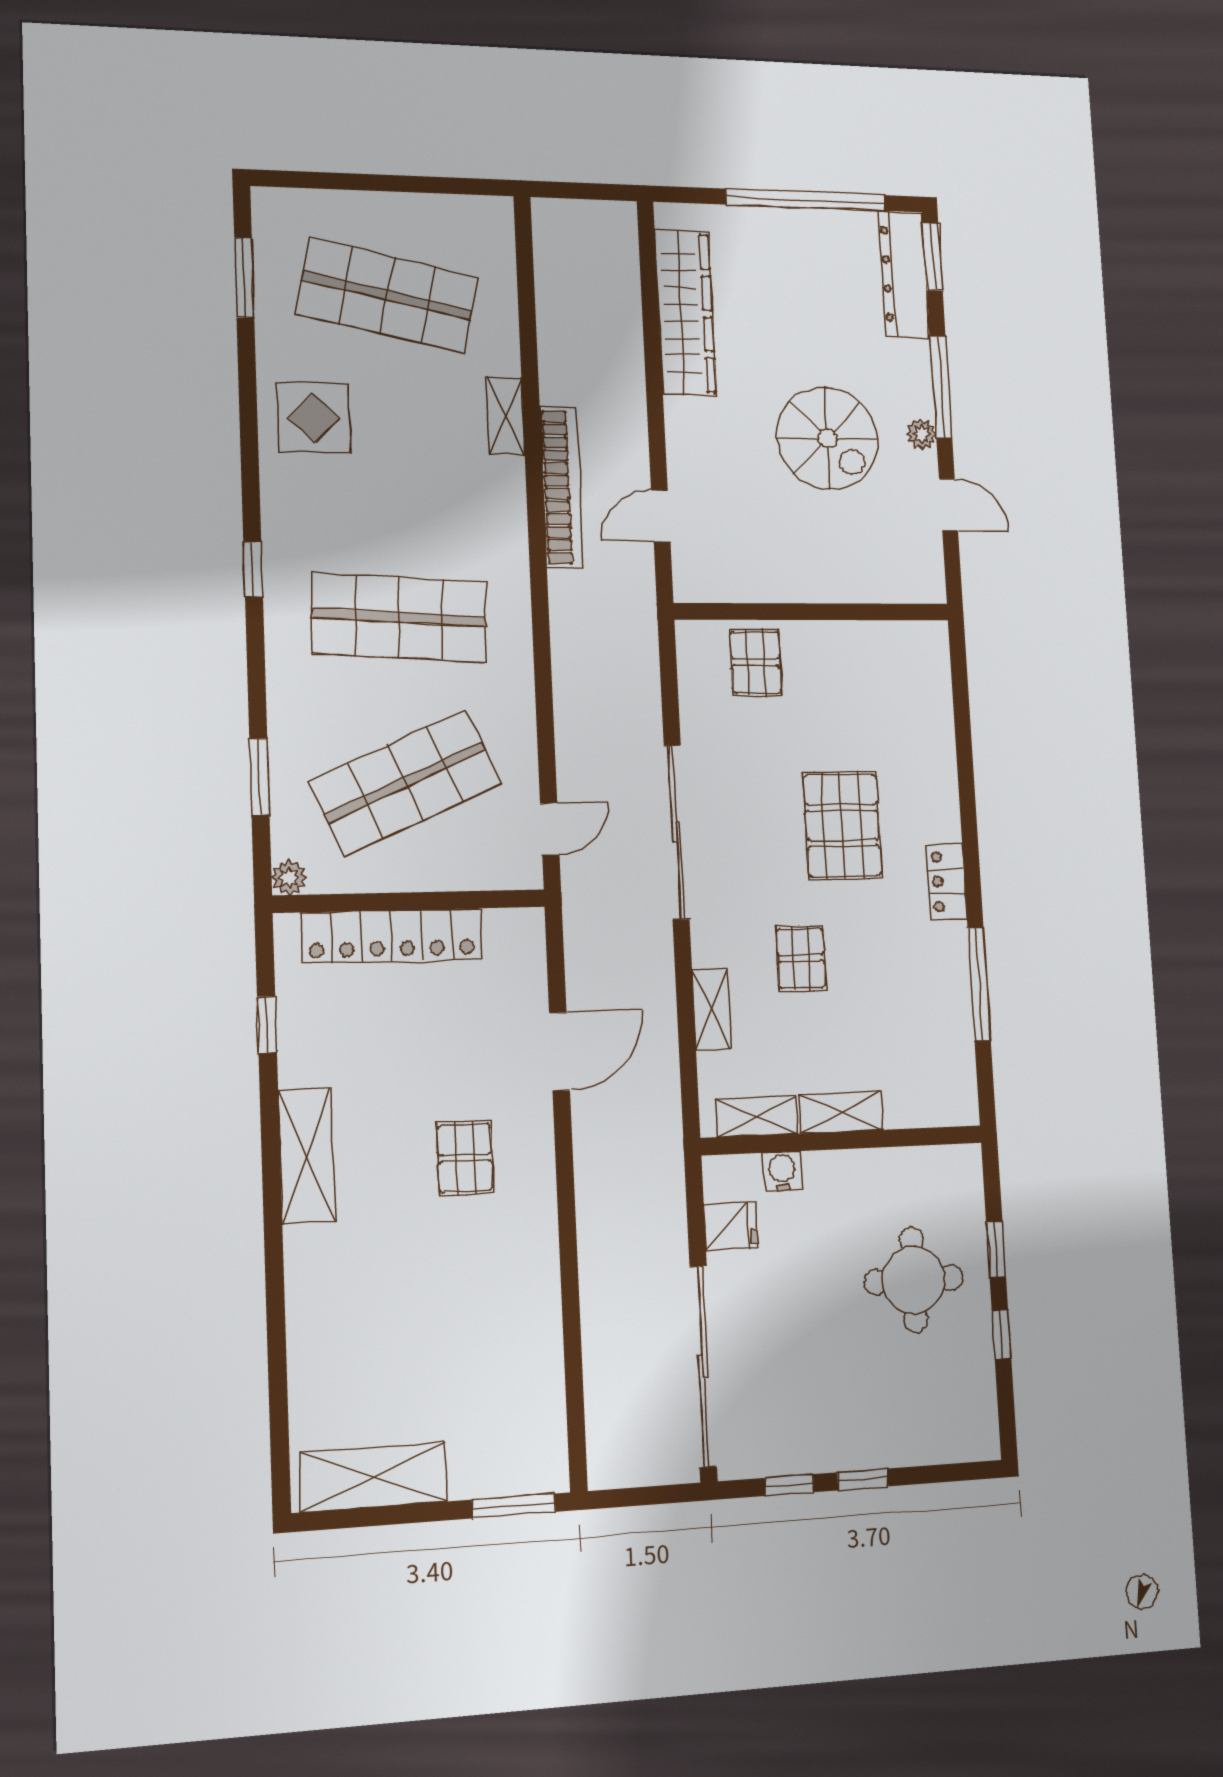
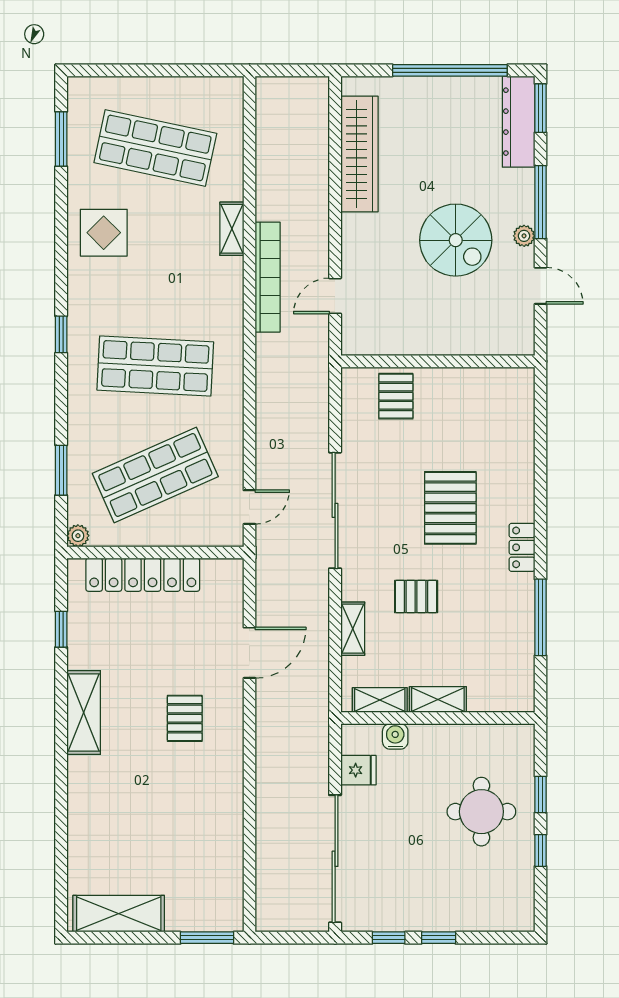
pallet: (801, 958) -> (416, 597), turned 90

